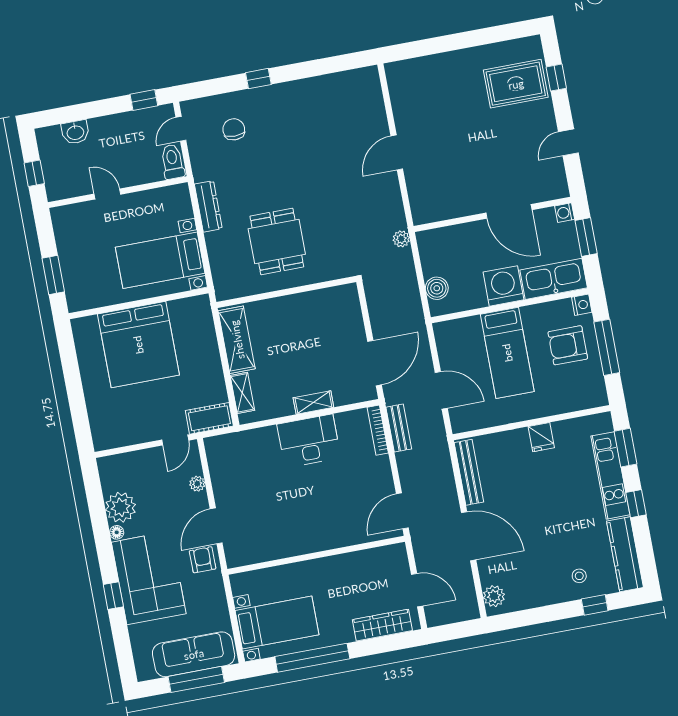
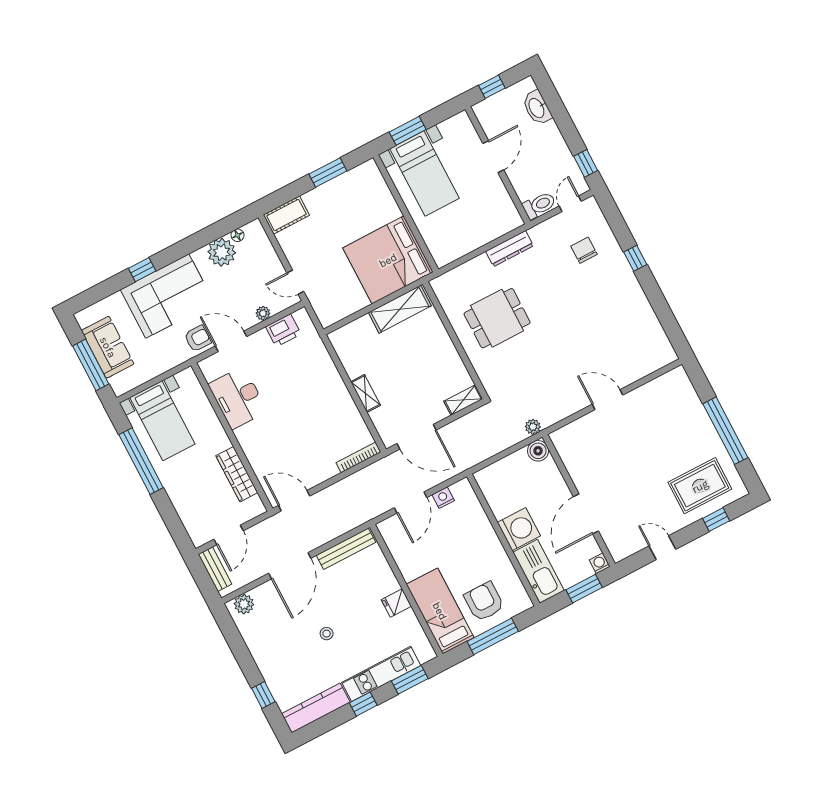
window: (467, 40) -> (725, 431), added
rug: (516, 84) -> (700, 486), turned 90
door: (181, 129) -> (570, 204), hinge flipped
chair: (234, 129) -> (584, 250), turned -90
washbasin: (75, 132) -> (537, 108), width x1.38
door: (107, 194) -> (493, 157), width x1.38
bed with nightstands: (160, 260) -> (425, 173), moved, turned 180
boiler: (437, 288) -> (538, 451), moved
nightstand: (582, 305) -> (443, 498), moved, turned 180
bed: (138, 345) -> (388, 260), moved
bed: (507, 353) -> (440, 611), moved, turned 90
window: (71, 371) -> (328, 173), added
shelving: (242, 393) -> (463, 400), moved
cot: (209, 418) -> (286, 215), moved, turned 90
bench: (399, 428) -> (215, 569), moved, turned 90
desk: (309, 441) -> (238, 398), moved, turned 180
printer: (221, 468) -> (283, 330), added
floor lamp: (117, 532) -> (238, 235), moved
stool: (579, 576) -> (327, 634), moved
wardrobe: (382, 625) -> (237, 474), moved, turned 180
sofa: (194, 654) -> (108, 347), width x0.73

